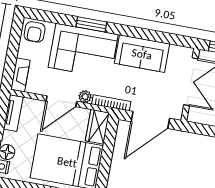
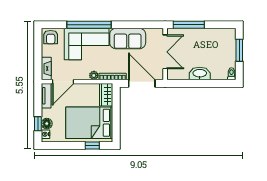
window: (91, 24) -> (89, 25), width x2.11
door: (61, 101) -> (63, 82), moved
door: (150, 120) -> (142, 83), swing flipped

